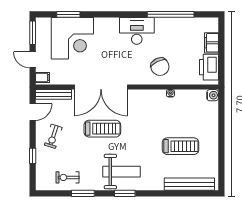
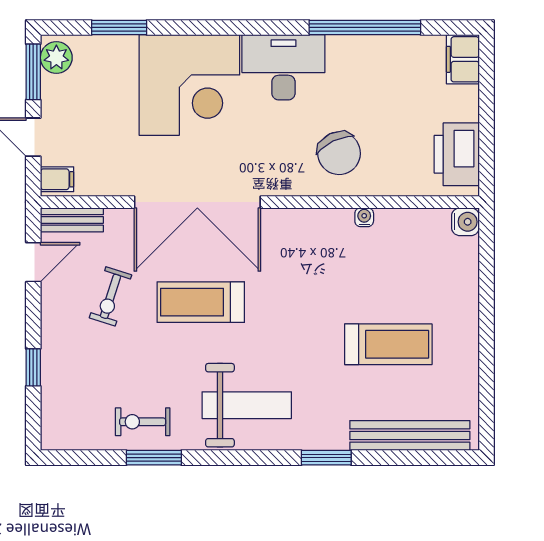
plant: (42, 27) -> (56, 58), added
corner desk: (72, 38) -> (189, 85), moved
filing cabinet: (212, 43) -> (463, 59), moved
bench: (53, 94) -> (72, 220), width x0.73
treadmill: (102, 129) -> (201, 302), turned 180
exercise bike: (53, 136) -> (110, 296), moved
exercise bike: (67, 177) -> (143, 422), moved
window: (125, 193) -> (326, 458), moved

